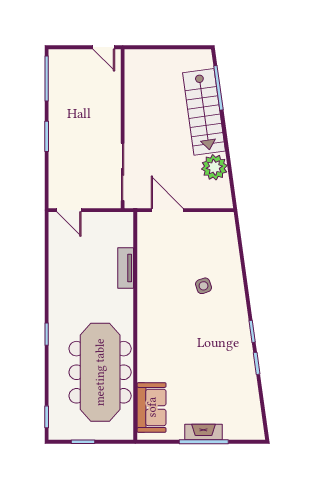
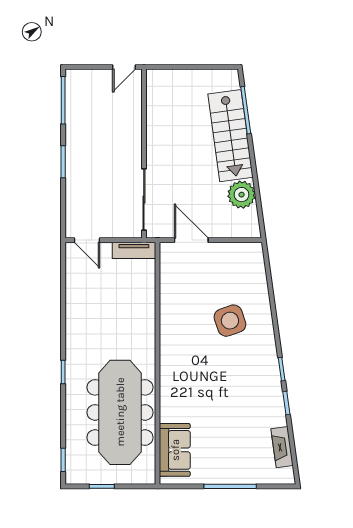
door: (104, 47) -> (124, 67), hinge flipped
tv unit: (126, 268) -> (134, 250), moved, turned -90
side table: (204, 286) -> (230, 321), width x1.87, depth x1.87
fireplace: (203, 432) -> (282, 447), moved, turned -98

